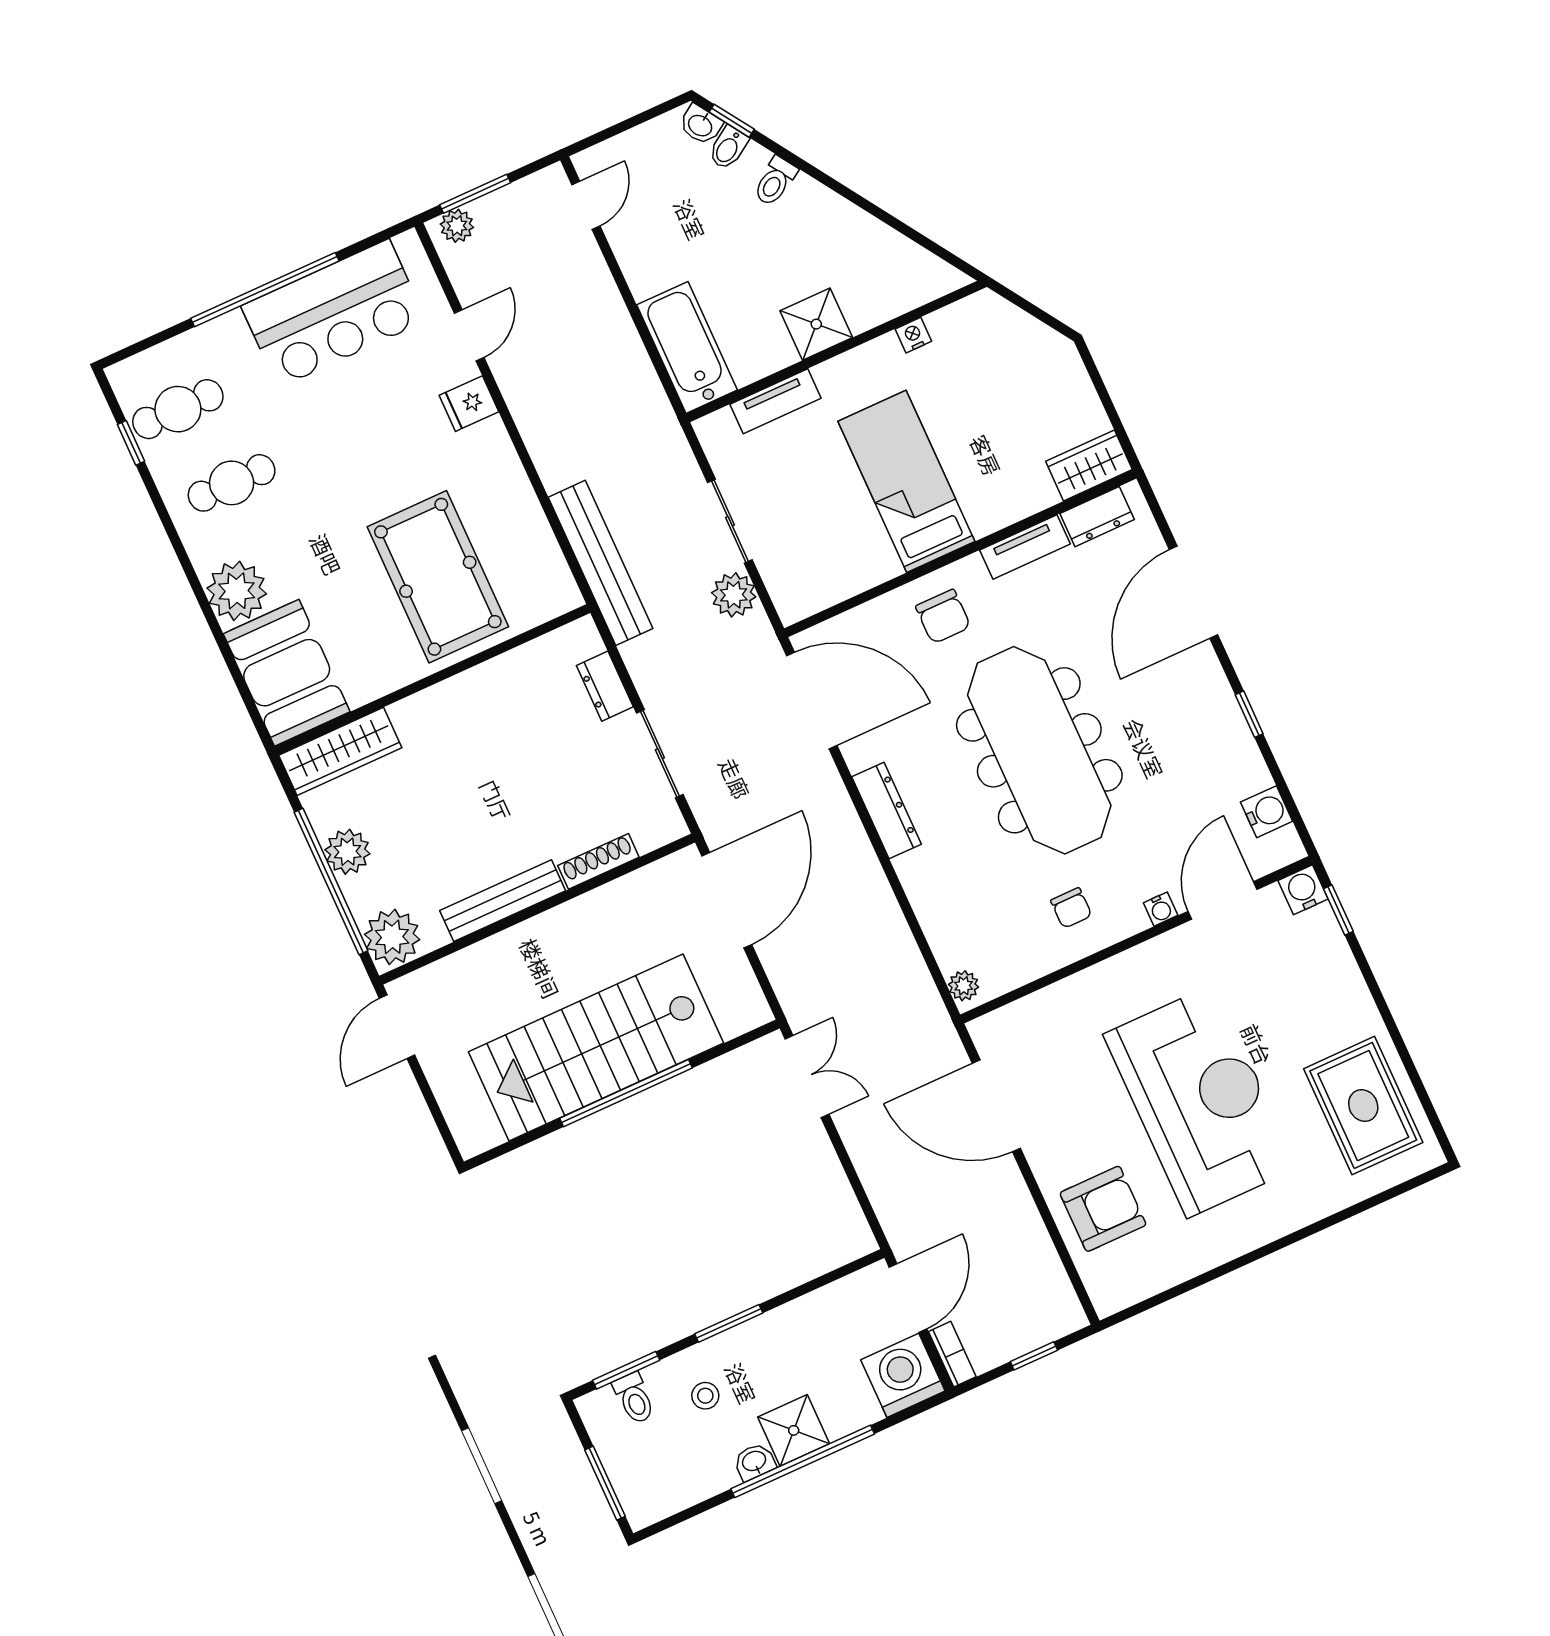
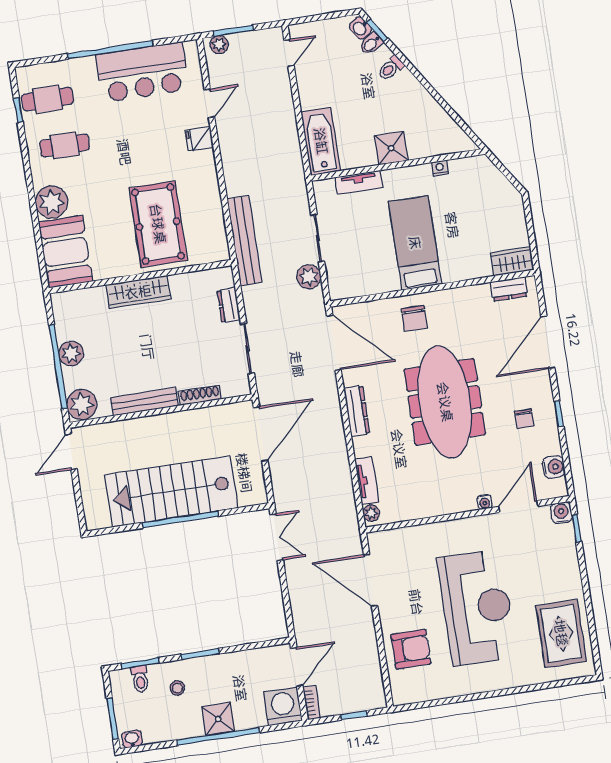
tv unit: (1025, 547) -> (367, 481), moved, turned -90
wardrobe: (340, 751) -> (138, 292), moved
chair: (1071, 908) -> (524, 419), moved
washbasin: (754, 1462) -> (132, 739), moved

